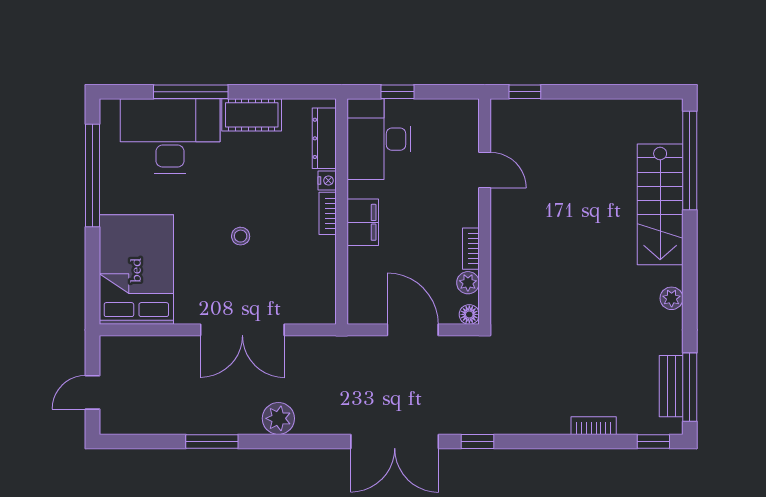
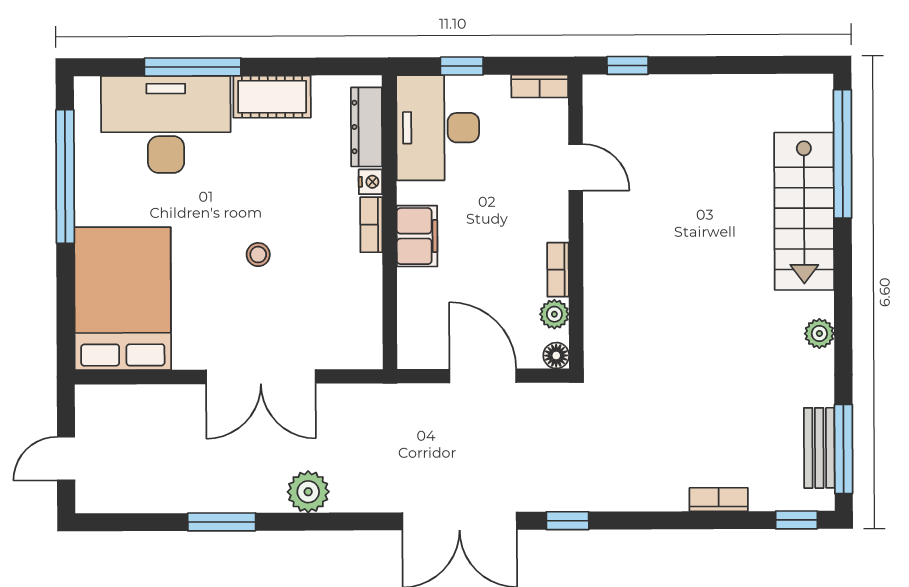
bookcase: (457, 107) -> (540, 86), added

